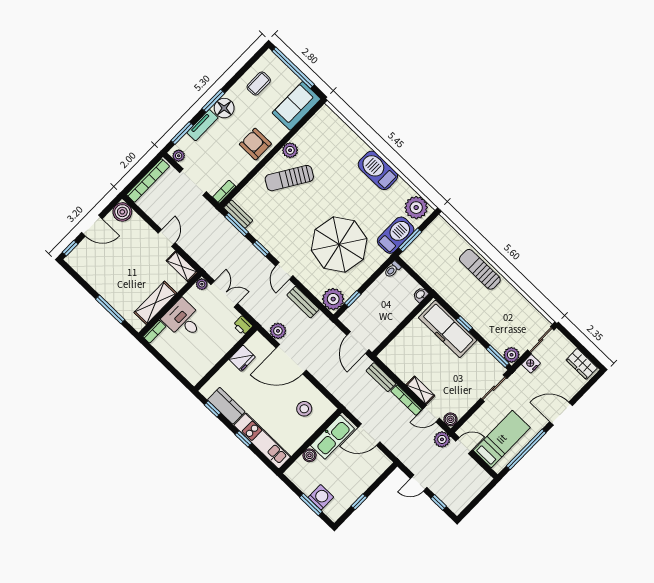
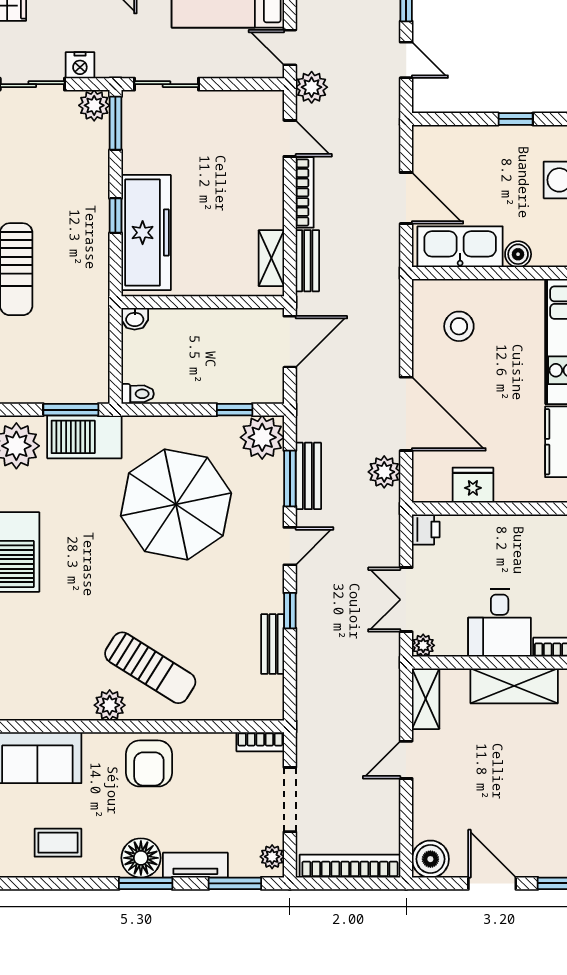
bench: (238, 214) -> (273, 644), moved
window: (237, 225) -> (290, 478), moved
shelving: (420, 390) -> (271, 258), moved
boiler: (450, 419) -> (271, 103), removed

